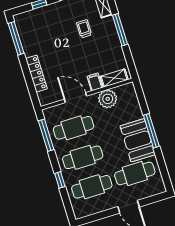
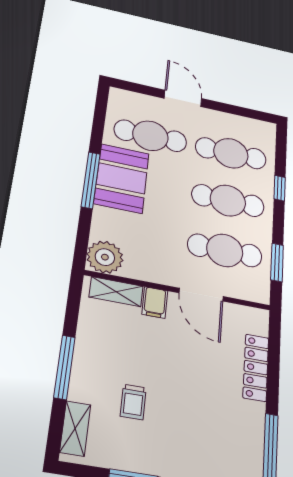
plant: (108, 99) -> (105, 257), moved
window: (46, 135) -> (277, 262), width x0.69

